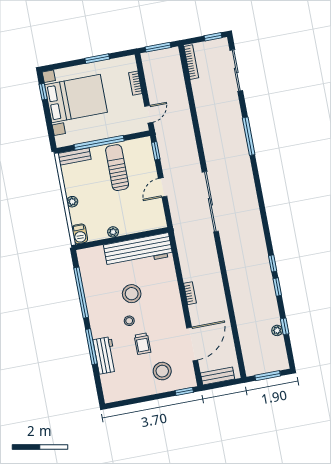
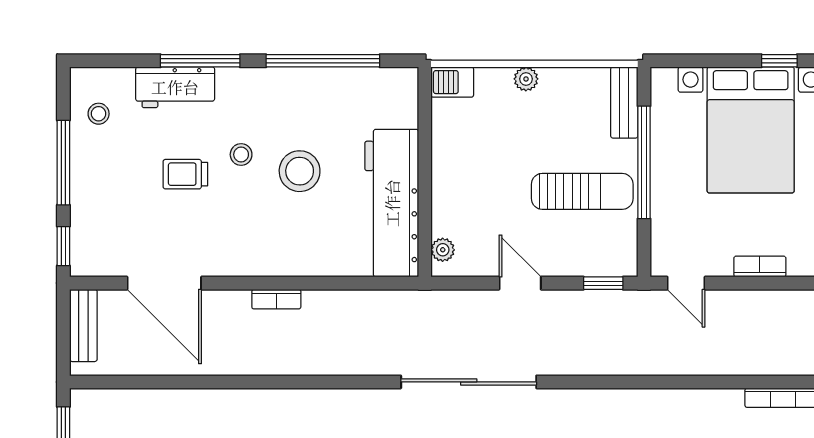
plant: (113, 232) -> (443, 250), moved
stool: (162, 371) -> (99, 114), moved, width x0.53, depth x0.53
window: (148, 398) -> (63, 163), added

